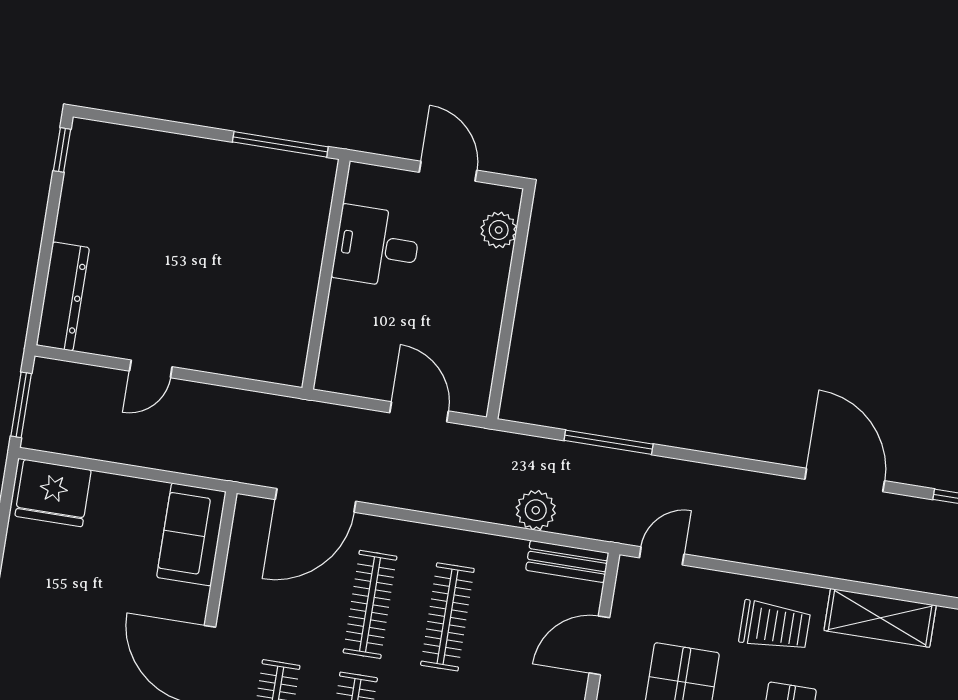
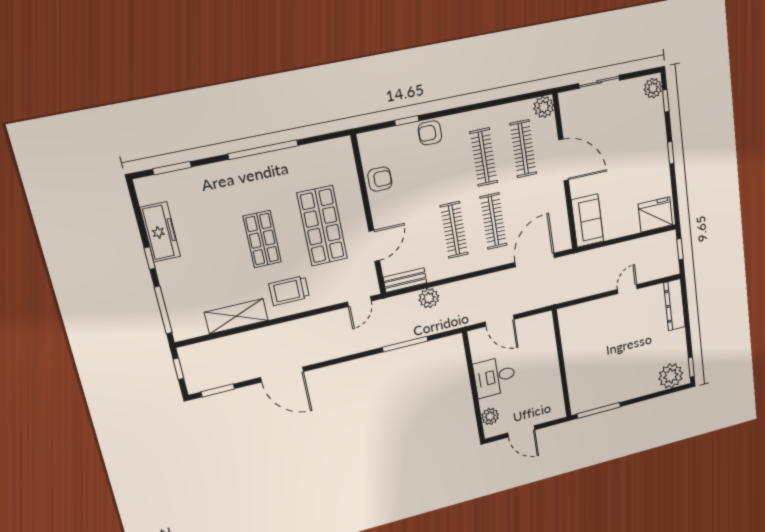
plant: (111, 150) -> (671, 376), added
desk: (377, 247) -> (495, 377), moved, turned 180
window: (21, 405) -> (680, 249), width x0.67

